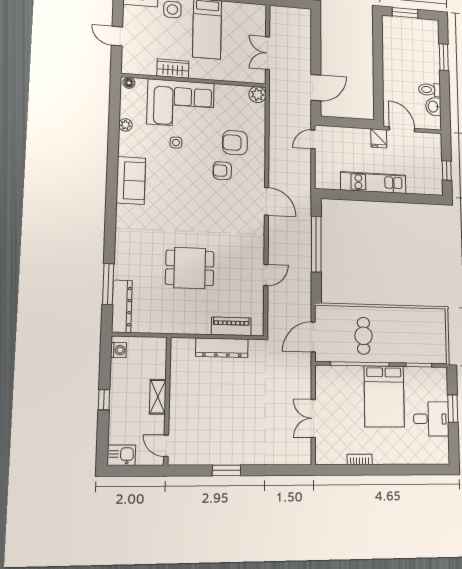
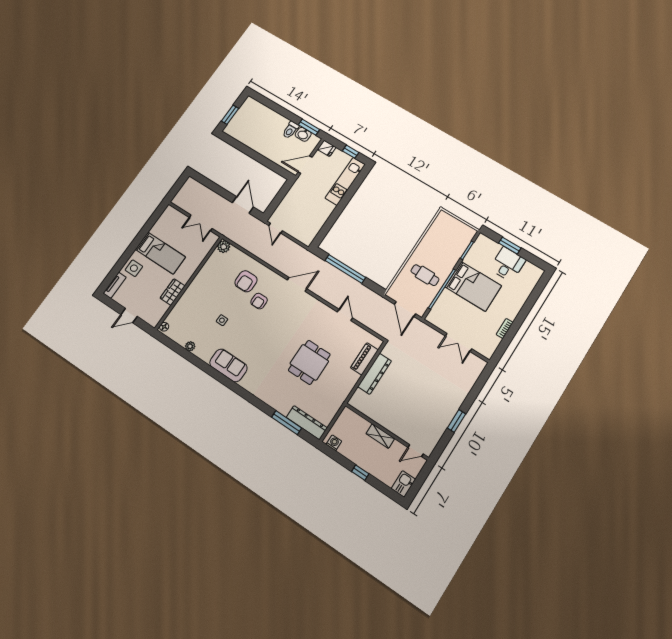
window: (444, 57) -> (309, 127), moved
corner sofa: (181, 104) -> (198, 301), removed
fridge: (379, 138) -> (327, 148), moved
kitchen unit: (373, 183) -> (345, 181), moved

